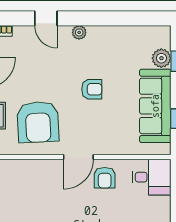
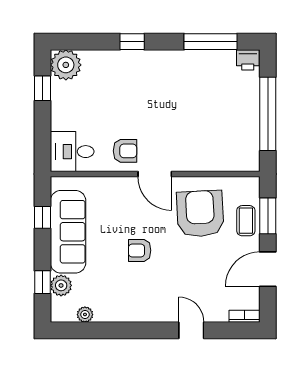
plant: (79, 32) -> (85, 314), moved
door: (78, 157) -> (155, 174), swing flipped
armchair: (105, 178) -> (125, 151), turned 90

